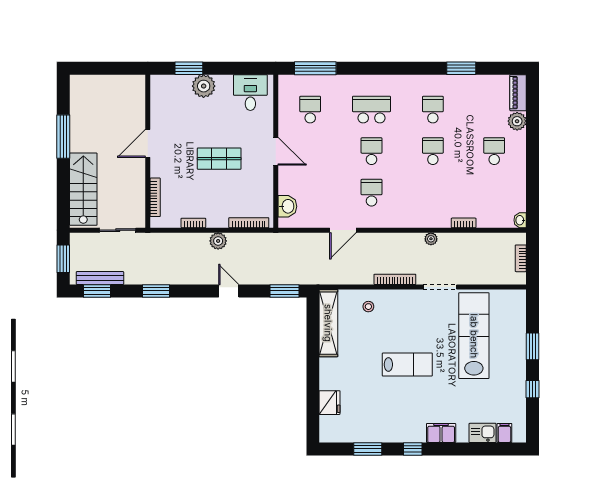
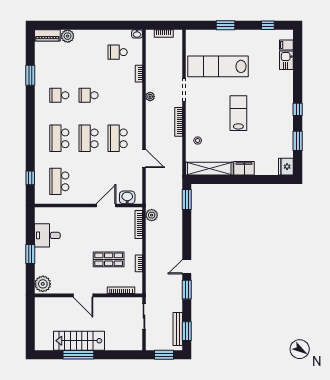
window: (189, 68) -> (30, 254), moved
window: (315, 68) -> (30, 178), width x0.46
plant: (204, 86) -> (43, 284), moved
desk: (250, 93) -> (47, 235), moved
school desk: (310, 110) -> (59, 181), width x1.85
door: (276, 151) -> (106, 206), moved
school desk: (372, 151) -> (89, 138), width x1.85
school desk: (494, 151) -> (118, 52), moved
shop shelf: (219, 159) -> (109, 259), moved, turned 90
stairs: (83, 189) -> (79, 341), moved
school desk: (372, 193) -> (118, 138), width x1.85
plant: (218, 241) -> (152, 215), moved
door: (229, 291) -> (187, 267), moved
window: (533, 389) -> (268, 25), moved
fridge: (330, 403) -> (286, 167), moved, turned -90
filing cabinet: (441, 433) -> (244, 168), moved, turned 90

